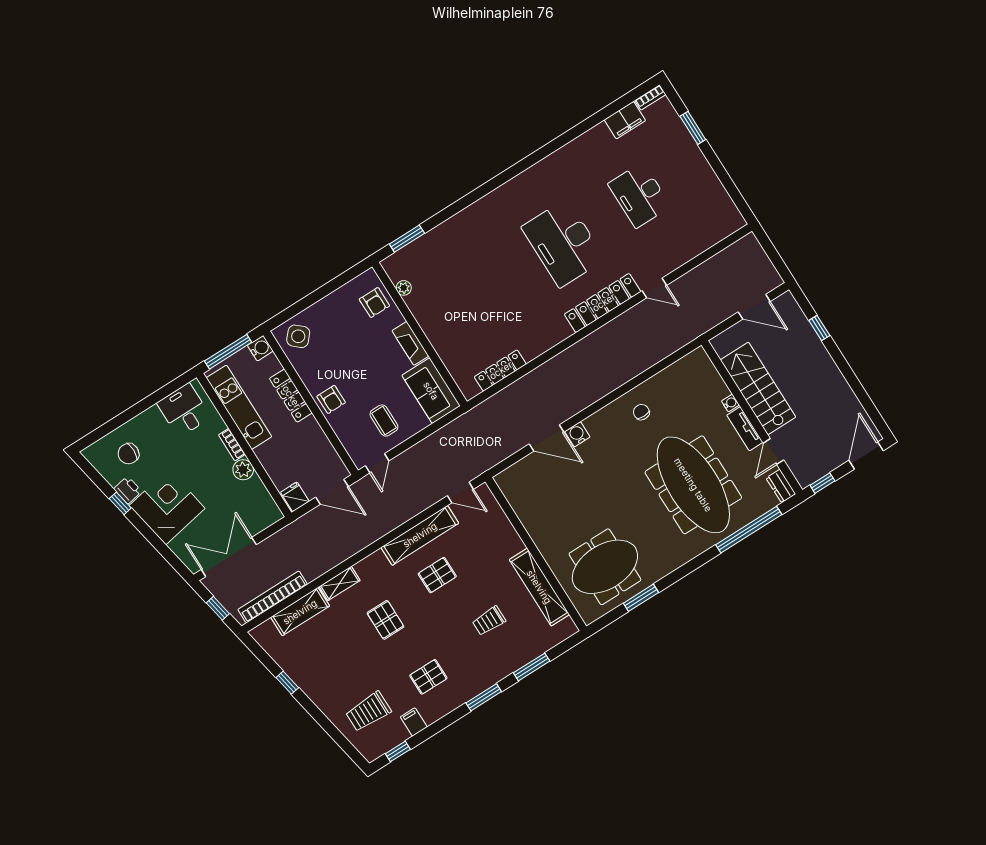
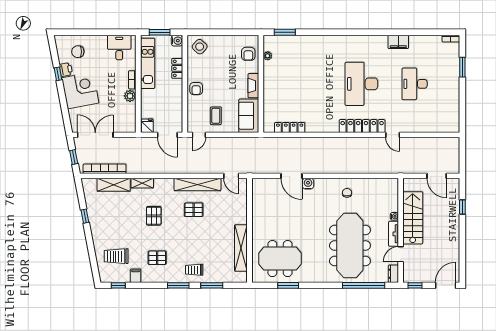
filing cabinet: (625, 120) -> (398, 42), moved
window: (228, 352) -> (160, 32), width x0.69
locker: (291, 396) -> (177, 68), width x0.66
trolley: (489, 621) -> (194, 270), moved

